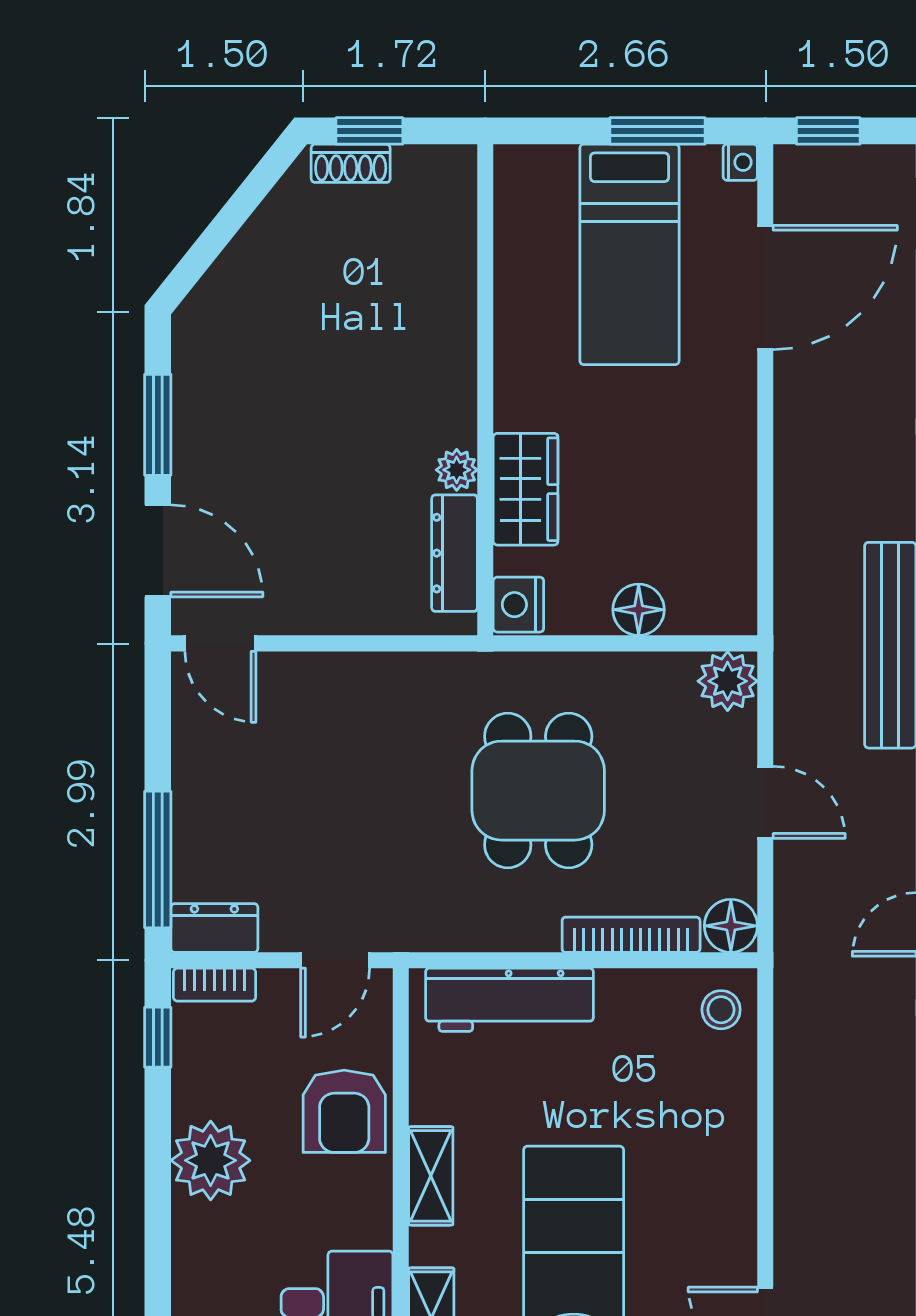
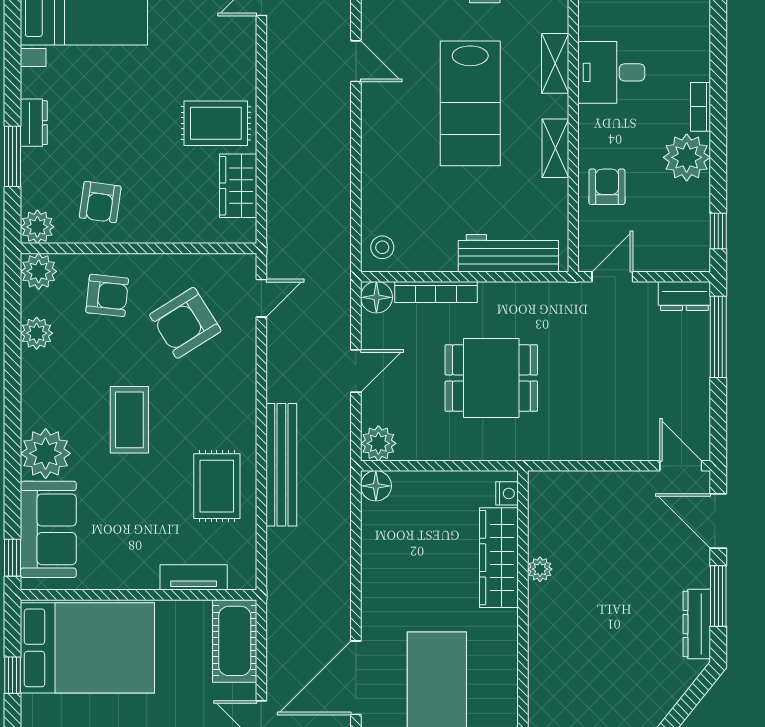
wardrobe: (526, 489) -> (499, 558), width x1.50
dresser: (455, 553) -> (697, 624), moved, turned 180
nightstand: (518, 605) -> (507, 493), width x0.72, depth x0.74
floor lamp: (639, 610) -> (376, 486), moved
dining table: (538, 791) -> (491, 378), turned 90
door: (765, 802) -> (356, 371), swing flipped
bookcase: (214, 985) -> (700, 107), moved, turned -90
armchair: (344, 1111) -> (607, 187), width x0.72, depth x0.72

